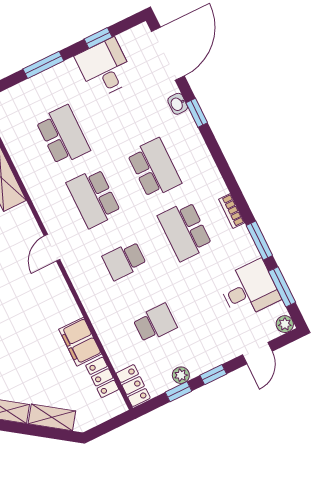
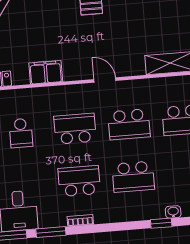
school desk: (94, 198) -> (129, 124), turned 180
school desk: (124, 261) -> (75, 129), width x1.85
filing cabinet: (80, 342) -> (46, 72), moved

